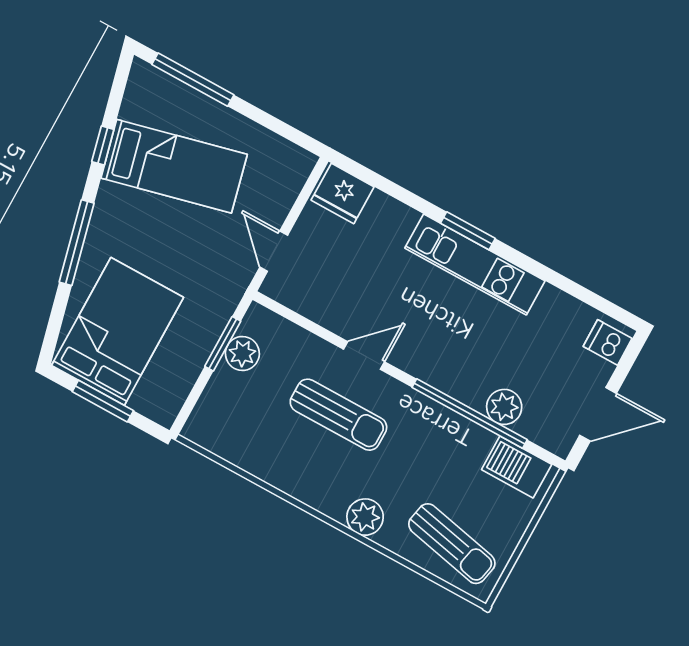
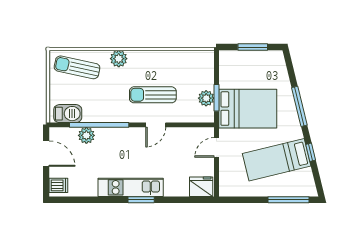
door: (274, 251) -> (216, 147), swing flipped
bed: (118, 331) -> (248, 109), moved, turned -90
door: (598, 414) -> (46, 154), swing flipped

